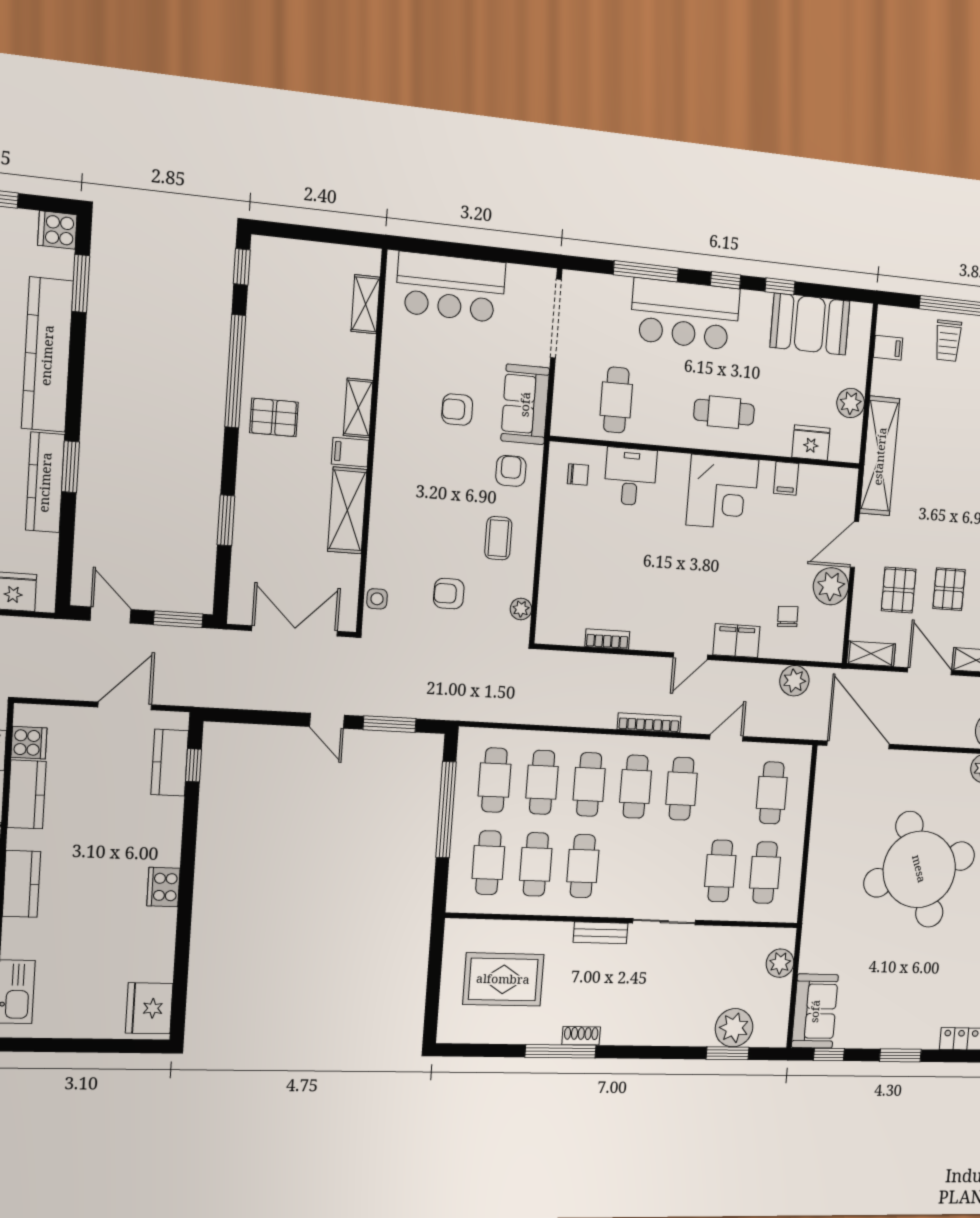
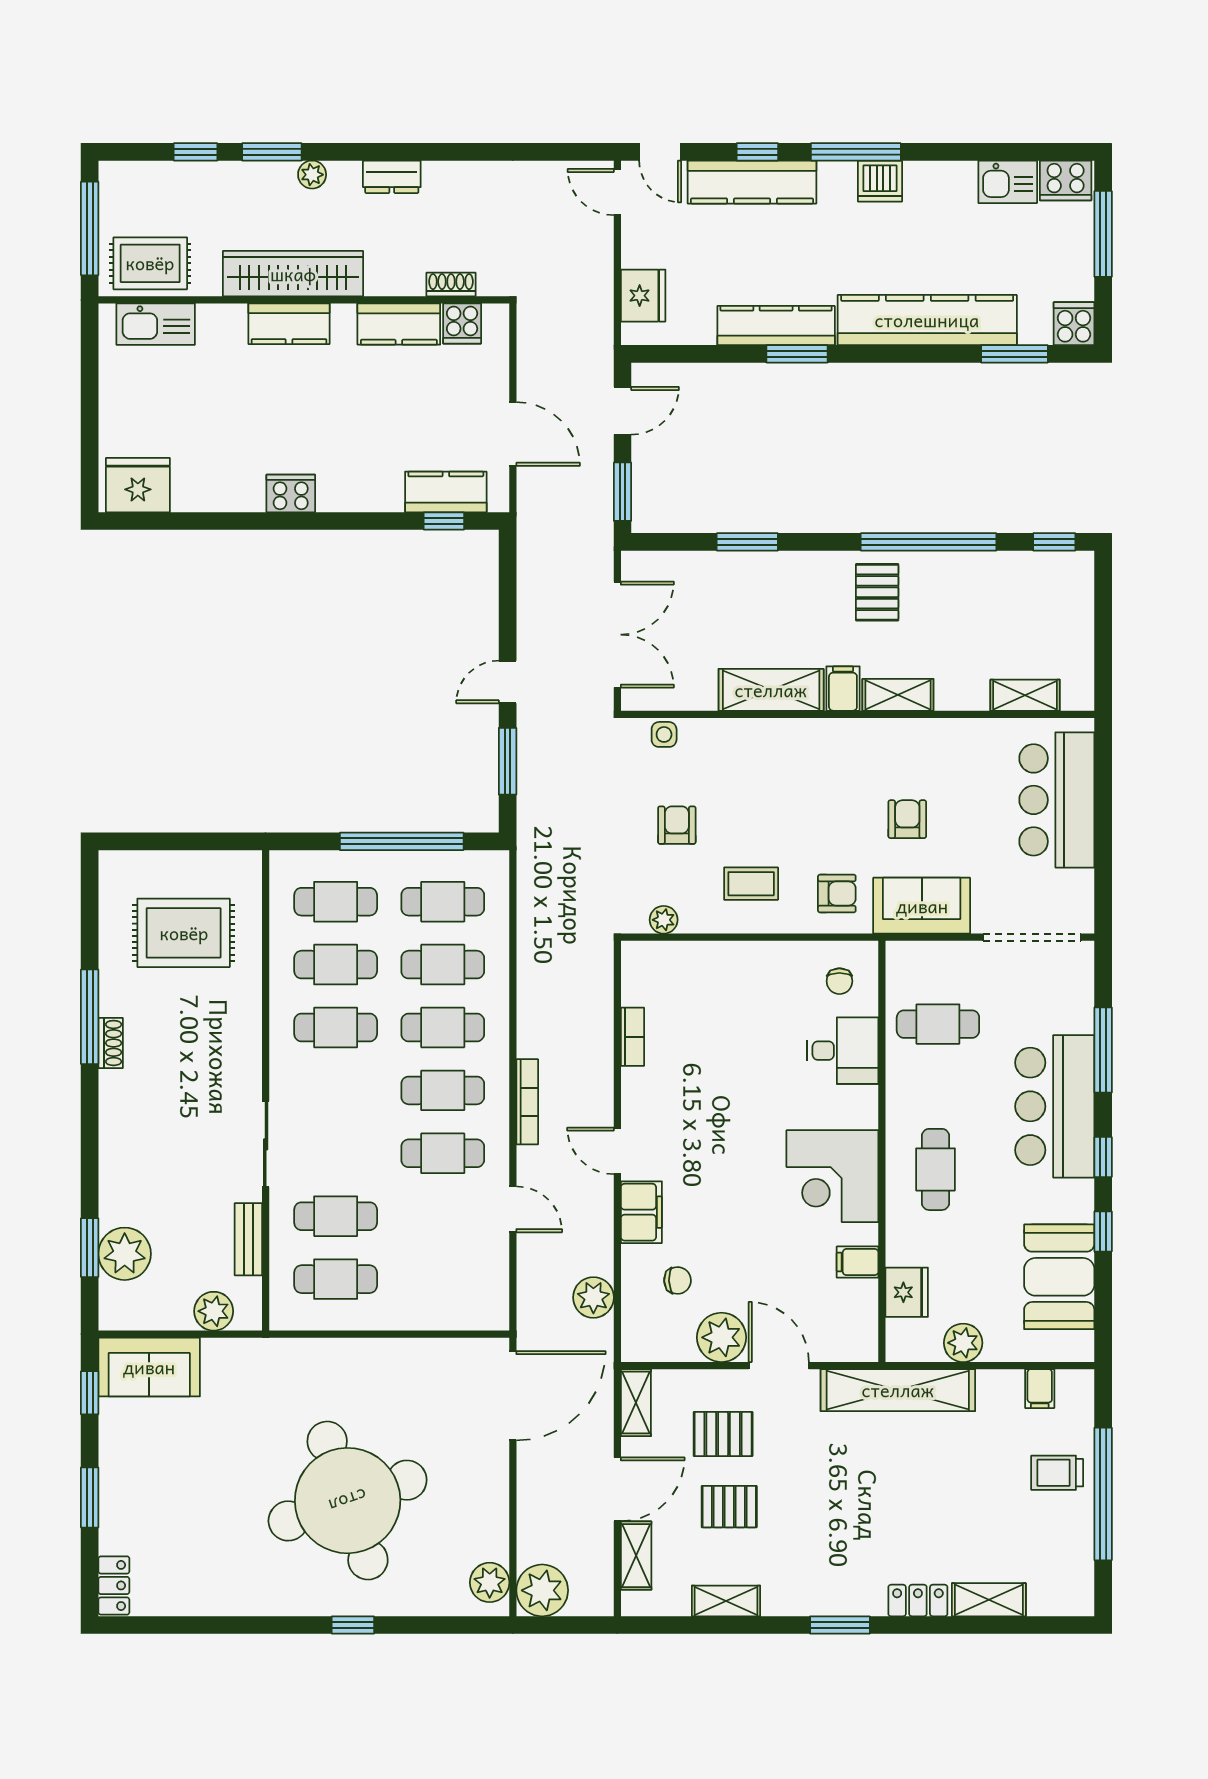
cafe table: (772, 793) -> (443, 1279), removed
bench: (601, 933) -> (248, 1239), moved
rug: (503, 979) -> (184, 933), turned 90

